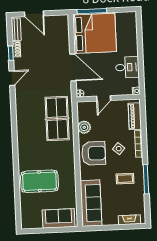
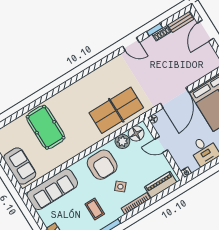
floor lamp: (84, 113) -> (136, 133), added

